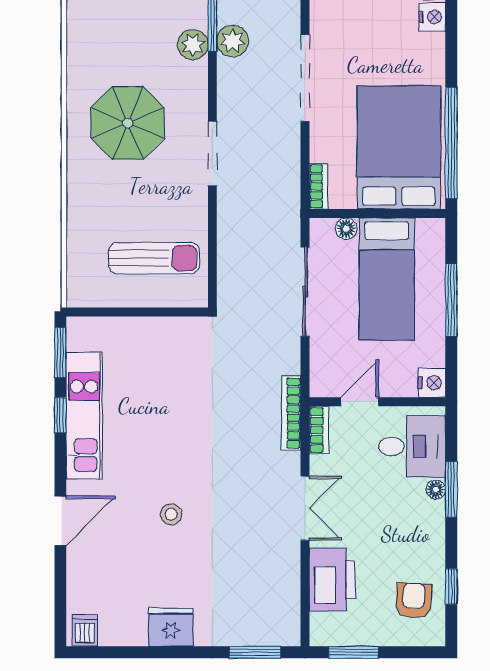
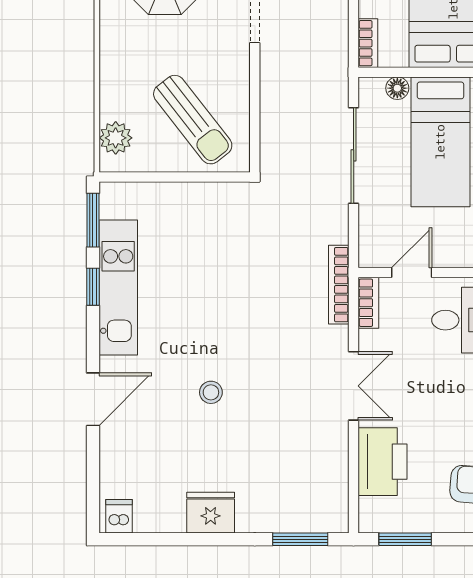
sun lounger: (154, 258) -> (193, 120), turned 52
plant: (82, 275) -> (116, 138), added

